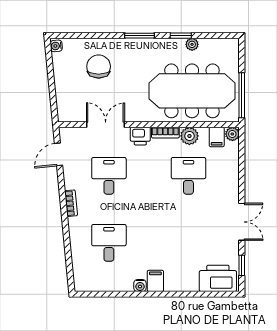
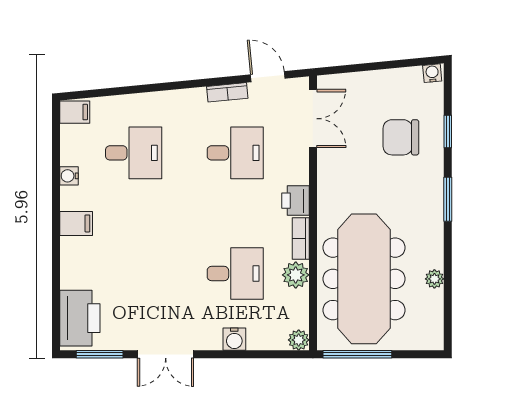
window: (181, 36) -> (448, 132), moved
chair: (99, 67) -> (401, 137), turned 180
double door: (106, 125) -> (313, 119), moved
filing cabinet: (217, 137) -> (75, 112), moved, turned 180
water cooler: (232, 176) -> (234, 339), added
bookcase: (71, 203) -> (227, 92), moved
window: (242, 265) -> (100, 354), width x1.50
water cooler: (140, 286) -> (69, 176), moved

